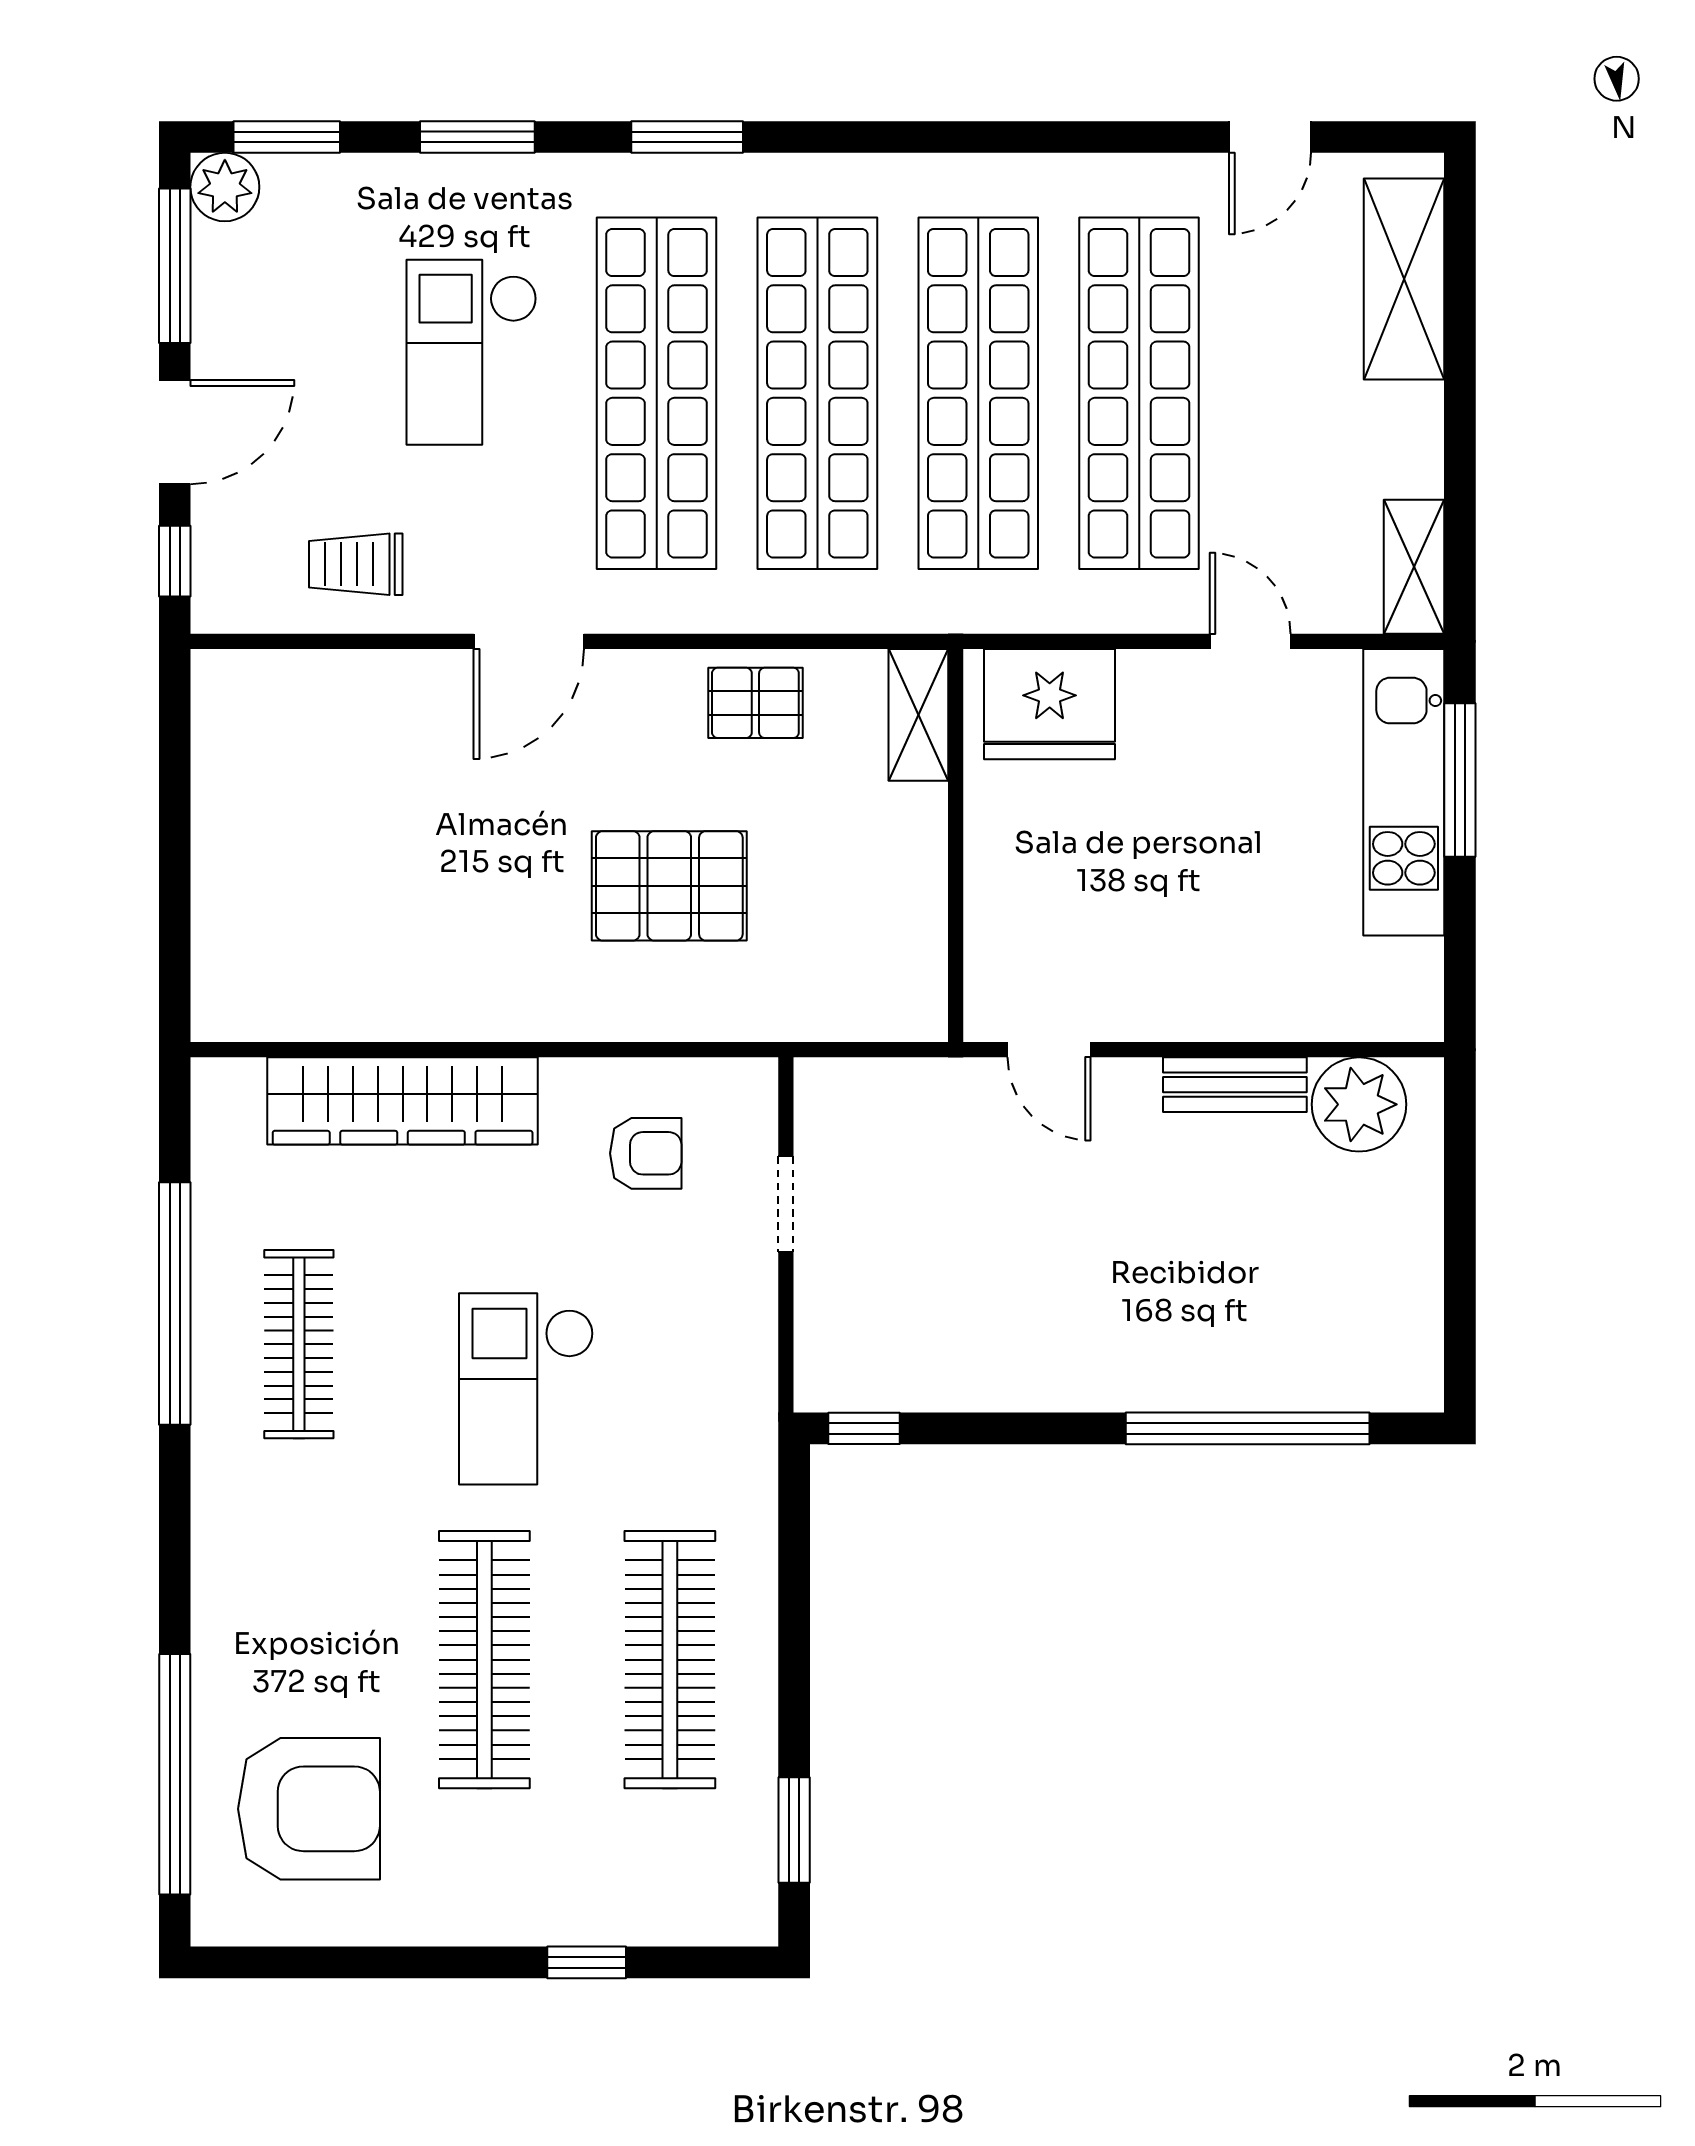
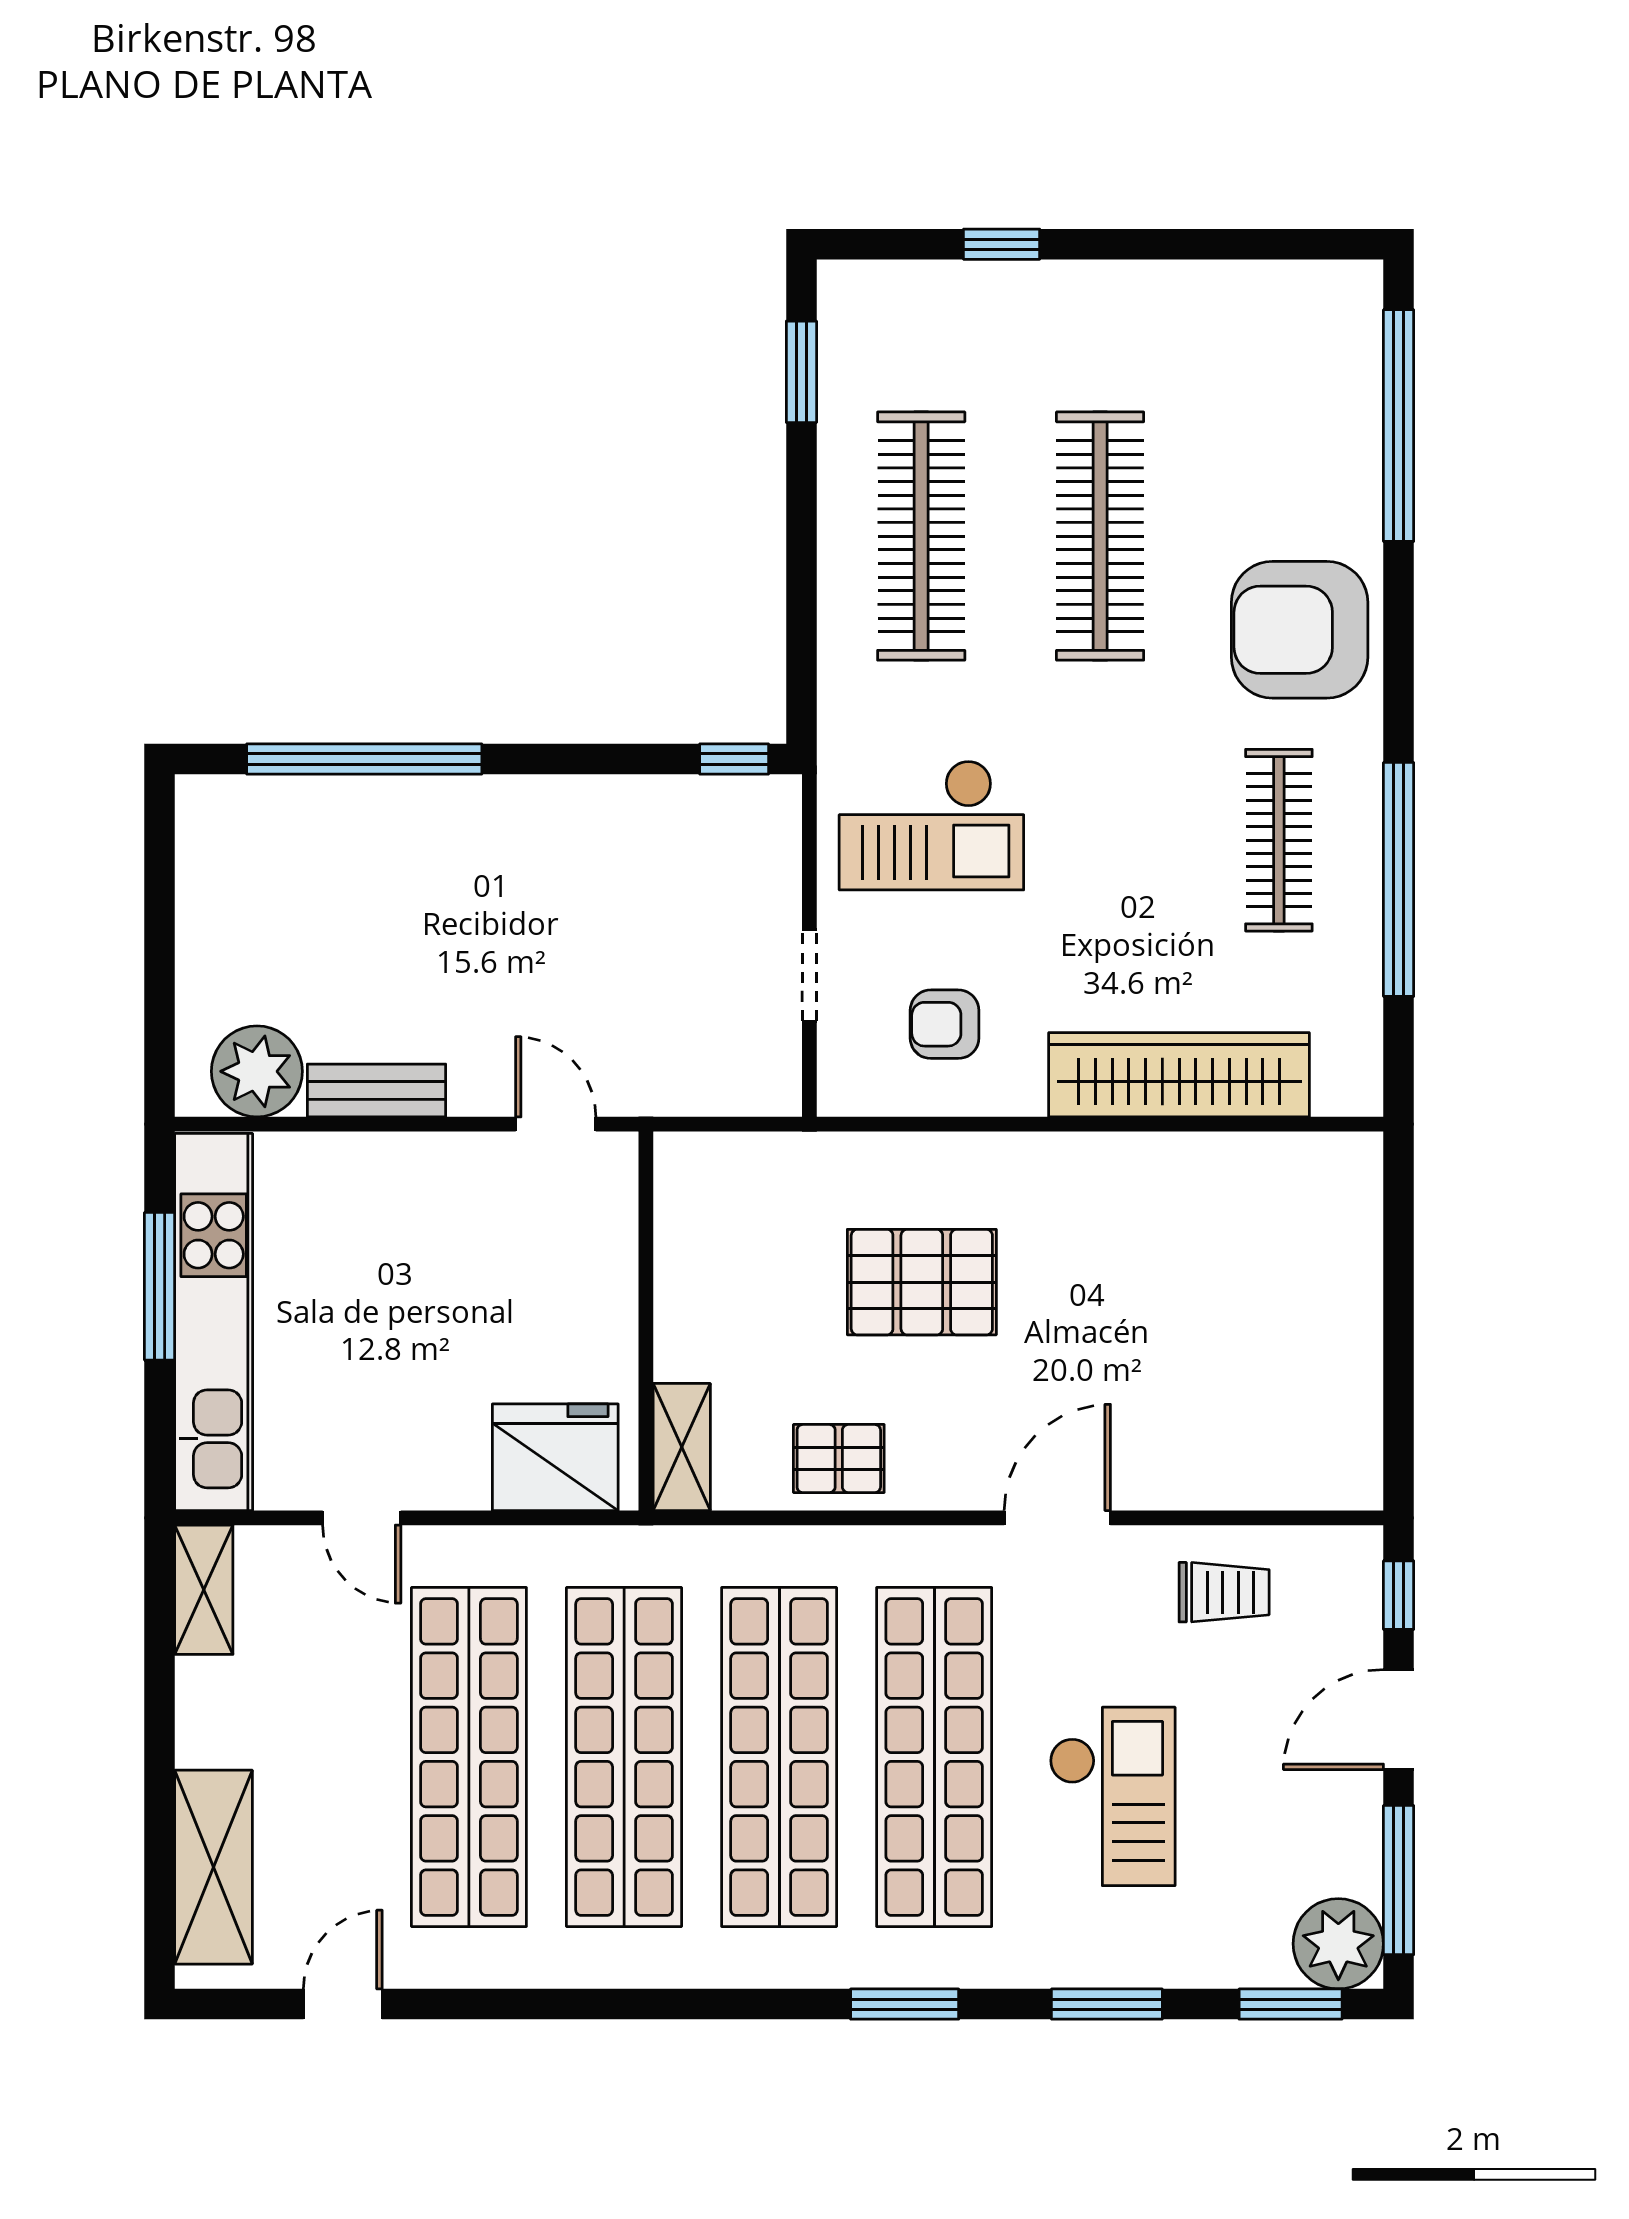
plant: (225, 187) -> (1338, 1944), width x1.36, depth x1.36
window: (1460, 780) -> (160, 1286), moved
kitchen unit: (1404, 792) -> (214, 1322), width x1.36
checkout: (526, 1389) -> (931, 825), moved, turned 90
armchair: (309, 1809) -> (1300, 630), moved

